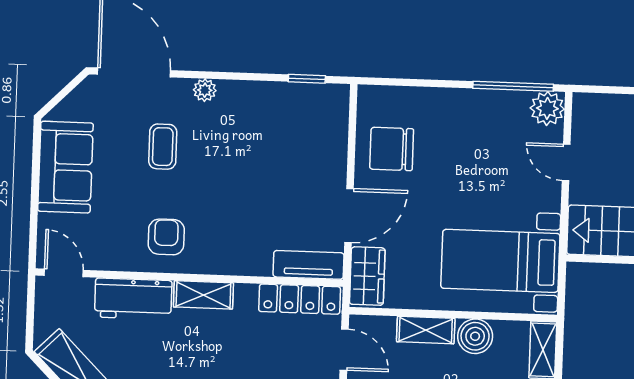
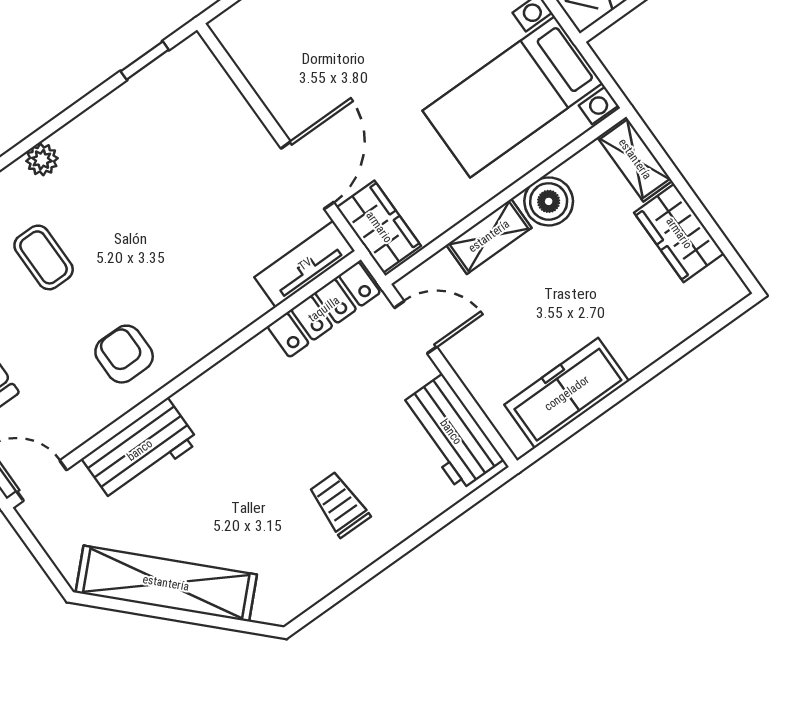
chair: (392, 149) -> (298, 66), removed
shelving: (203, 295) -> (214, 386), removed

